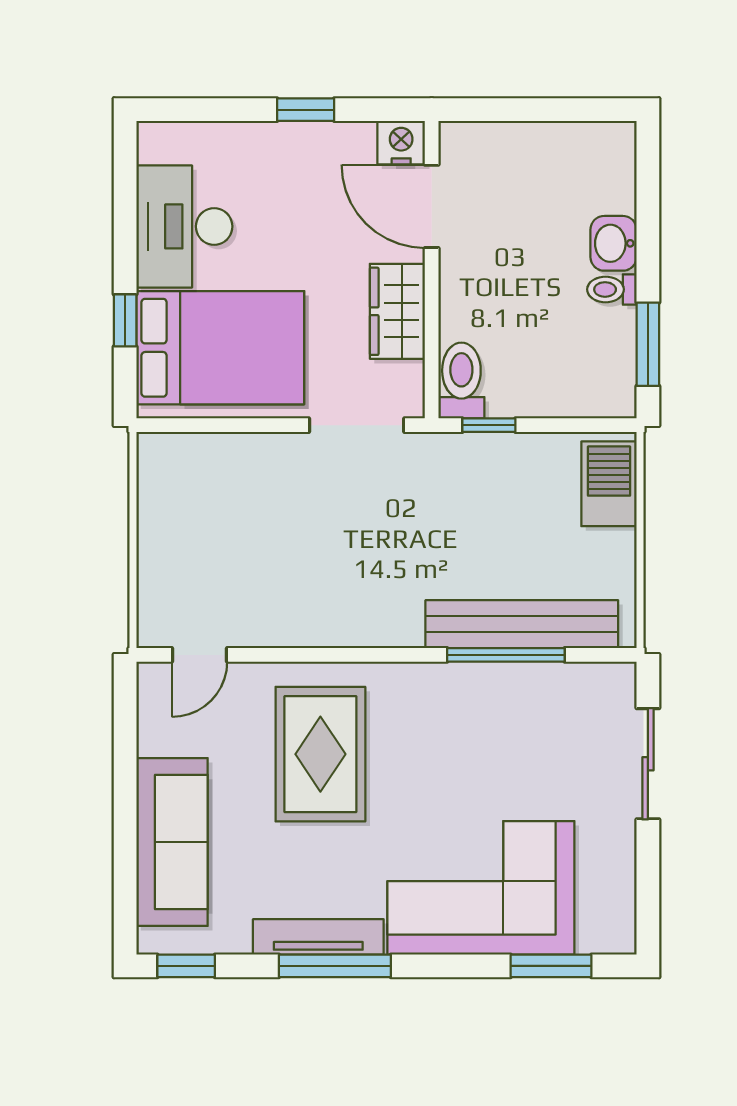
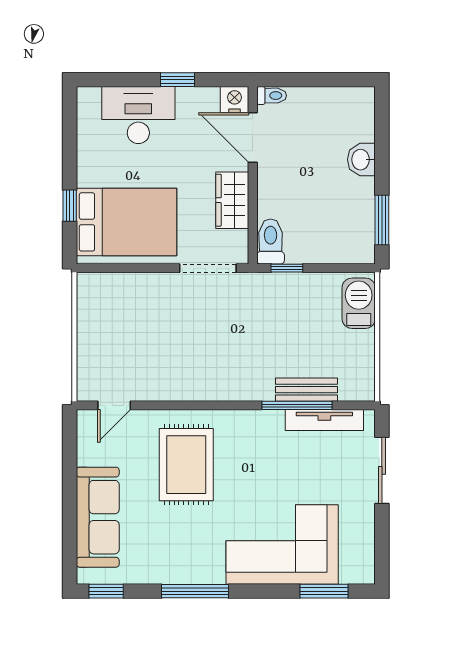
desk: (184, 226) -> (138, 115), moved, turned 90
toilet: (612, 289) -> (272, 96), moved, turned 180
bench: (522, 624) -> (307, 390), width x0.54, depth x0.82
tv unit: (318, 937) -> (324, 420), moved, turned 180

